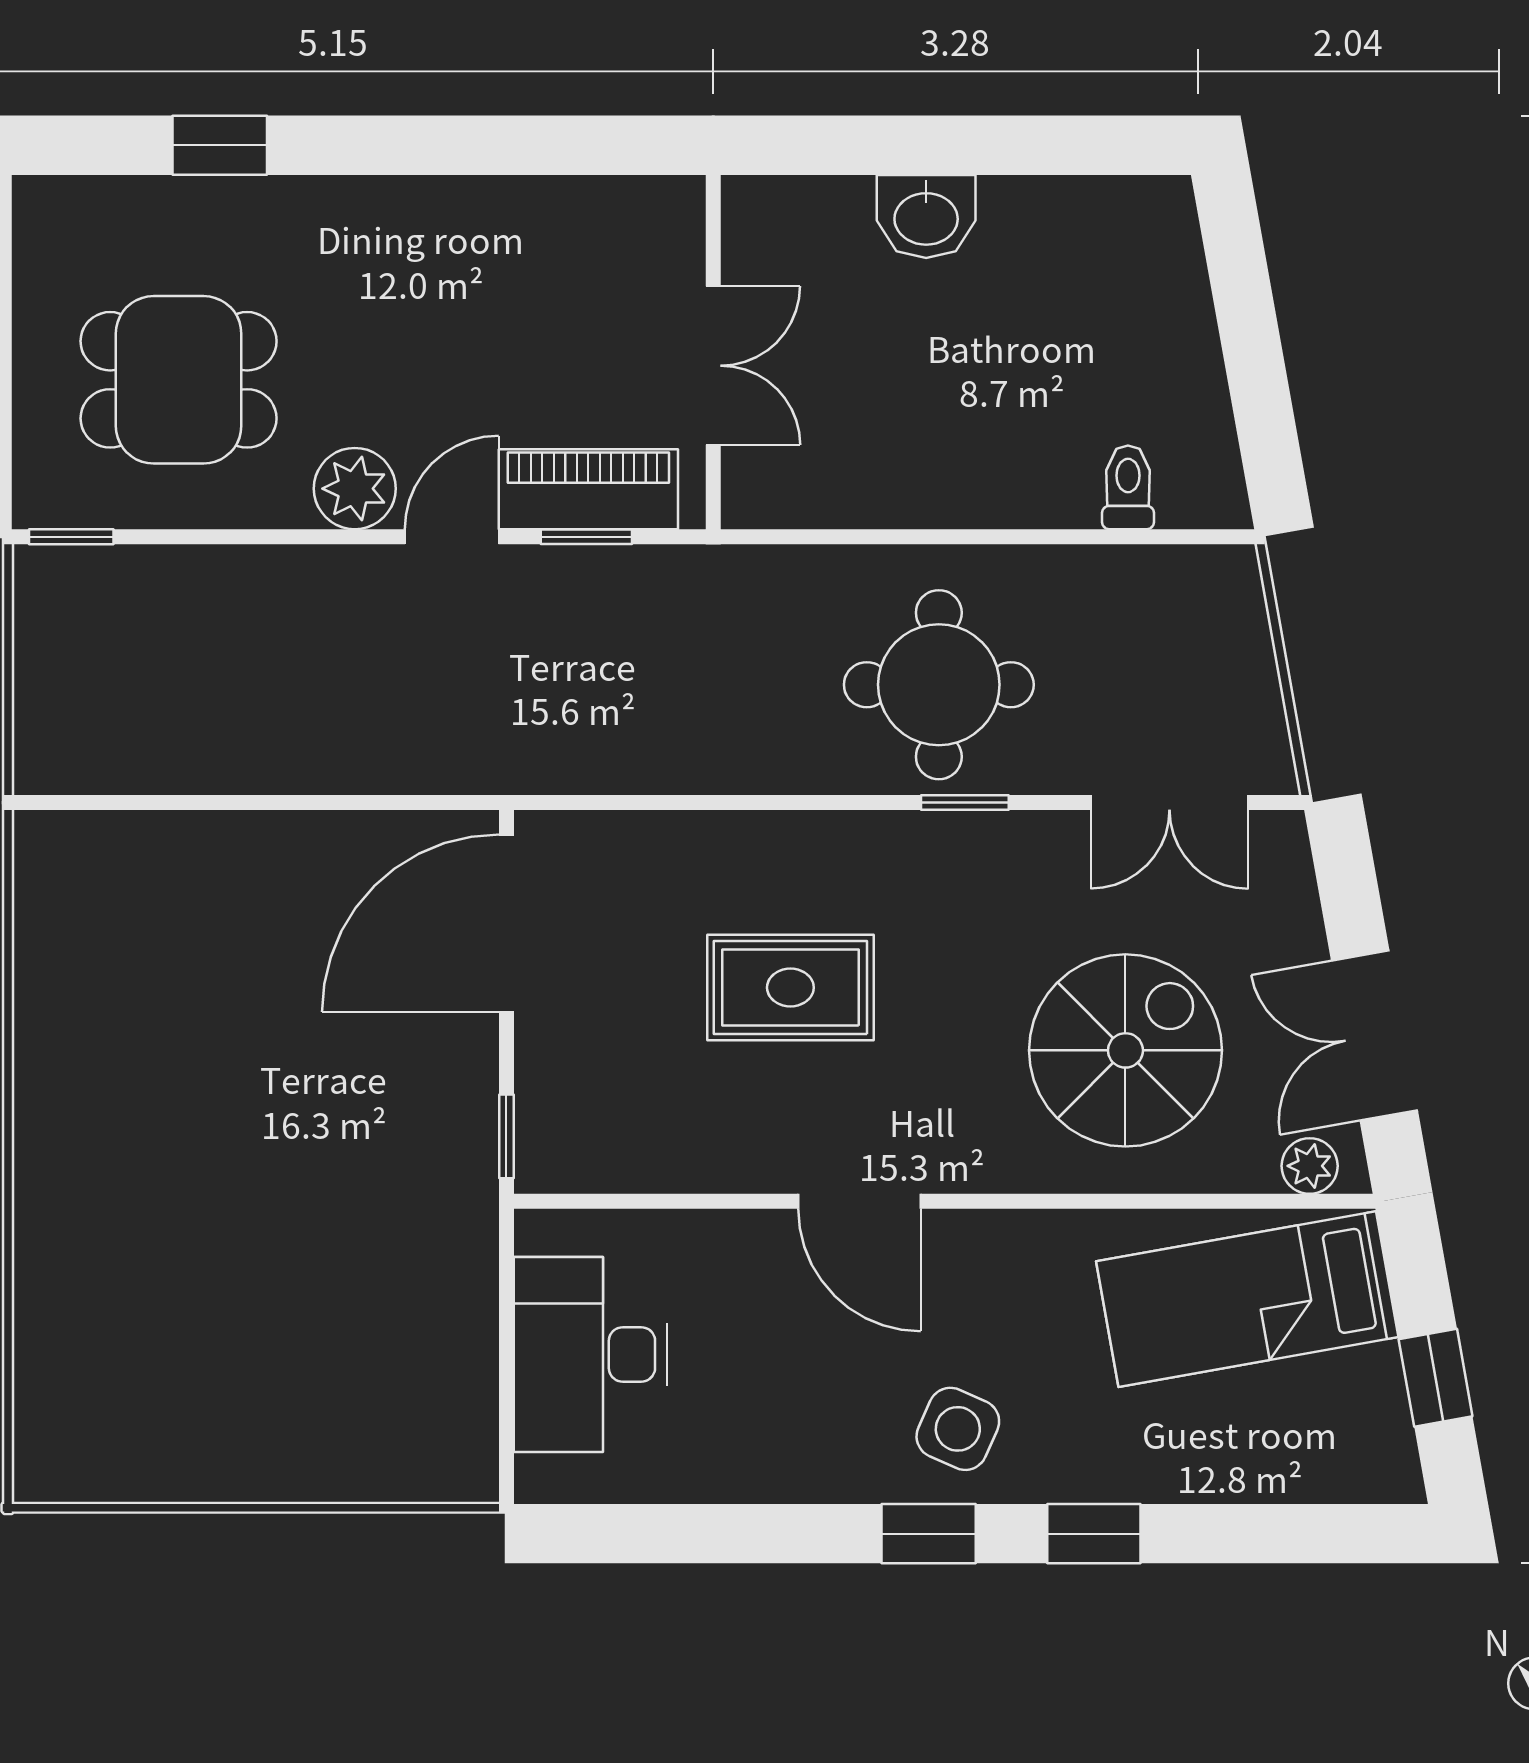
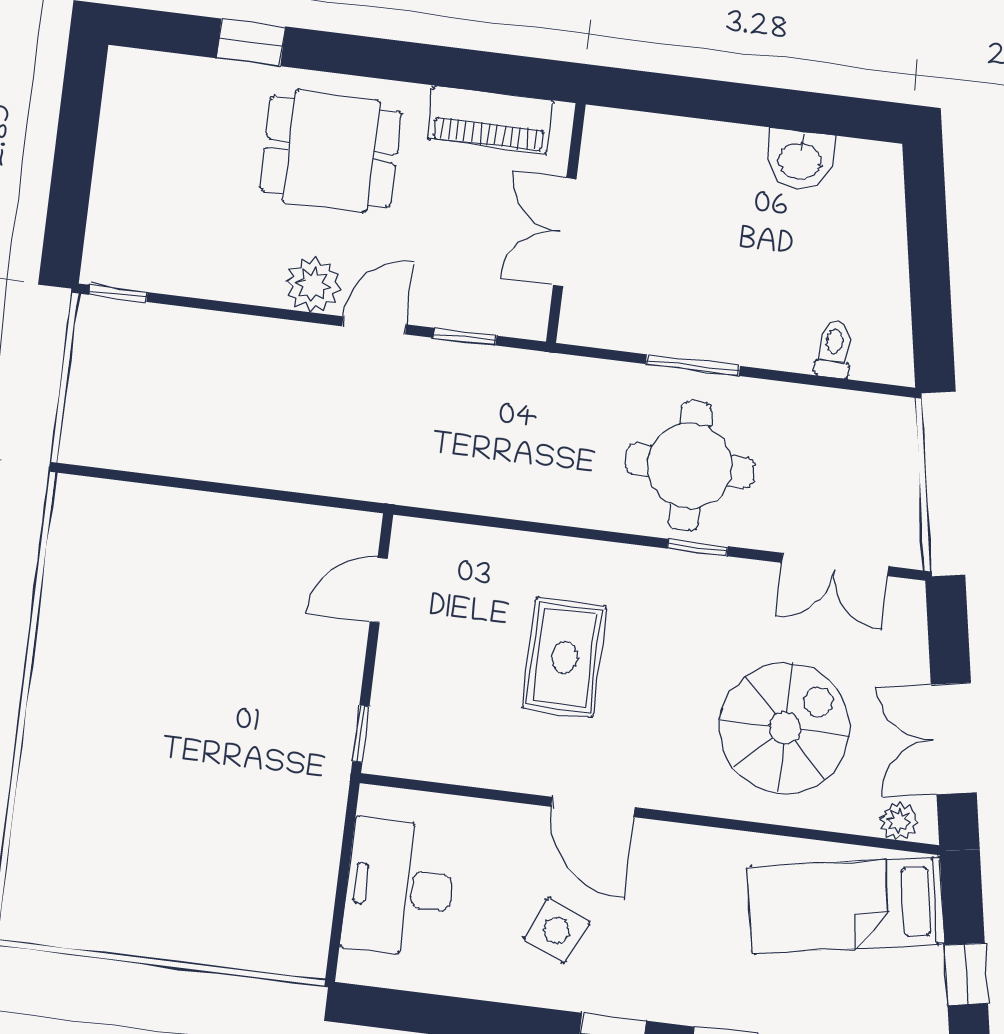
washbasin: (926, 216) -> (800, 159), moved
double door: (713, 366) -> (565, 232), swing flipped
dining table: (179, 380) -> (331, 151), moved
piano: (588, 489) -> (490, 120), moved, turned 180
window: (925, 537) -> (693, 365), added
door: (506, 923) -> (379, 590), width x0.53
rug: (790, 988) -> (565, 657), turned 90
side table: (958, 1429) -> (556, 930), moved

